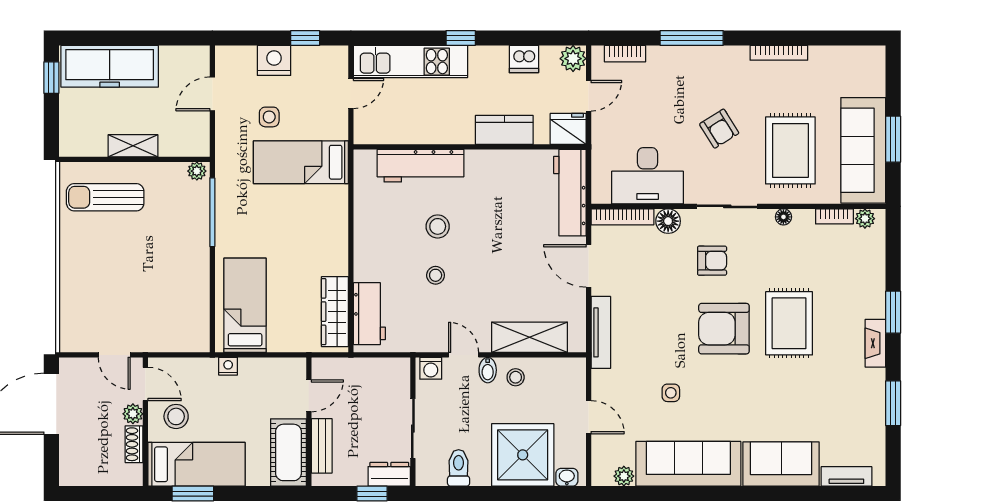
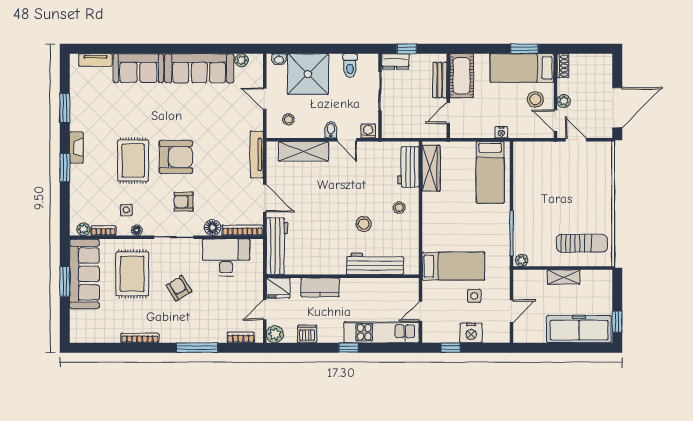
stool: (436, 275) -> (399, 208), moved
stool: (516, 377) -> (288, 119), moved
side table: (671, 393) -> (126, 210), moved
shoe rack: (134, 444) -> (563, 66), moved

